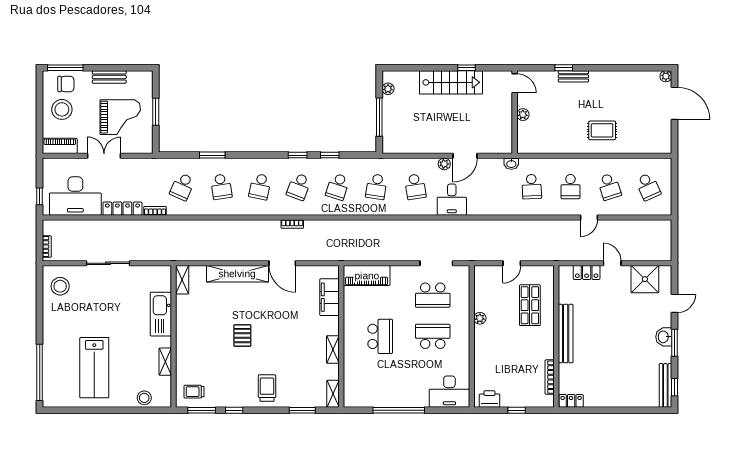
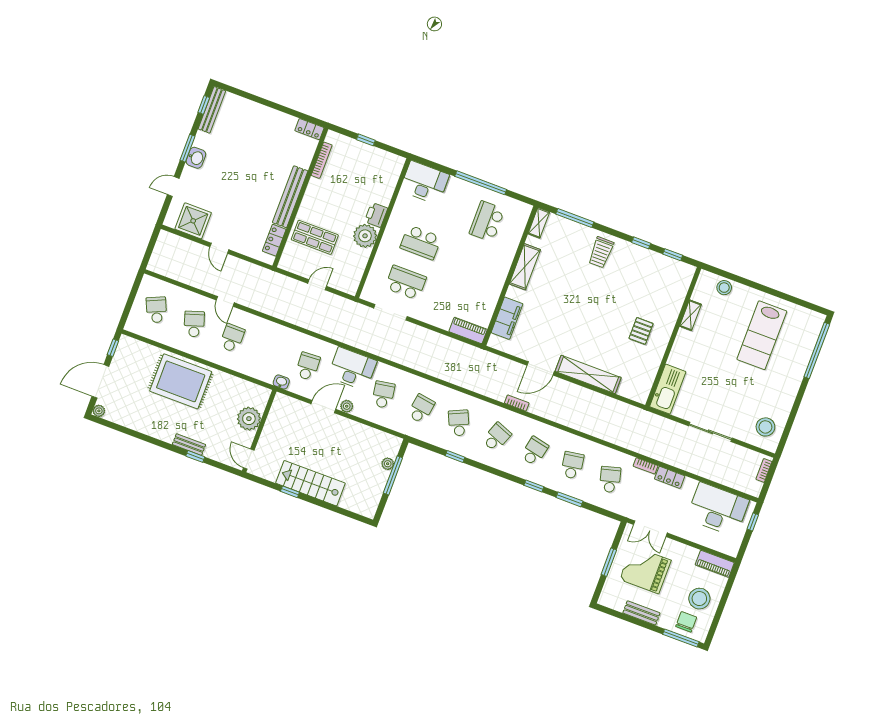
chair: (66, 84) -> (686, 622), turned 90
plant: (388, 89) -> (388, 464), moved
door: (674, 103) -> (100, 381), hinge flipped
plant: (523, 115) -> (249, 419), width x1.88, depth x1.88
rug: (602, 130) -> (181, 381), width x1.86, depth x2.06
window: (674, 138) -> (113, 348), added
window: (298, 155) -> (534, 486), moved
double door: (104, 156) -> (650, 529), moved
school desk: (182, 187) -> (610, 479), turned -39
school desk: (338, 187) -> (459, 423), turned -42
school desk: (532, 187) -> (308, 366), moved
desk: (452, 200) -> (352, 369), width x1.37
locker: (122, 209) -> (670, 477), width x0.66
door: (589, 217) -> (225, 301), swing flipped
door: (282, 263) -> (541, 368), swing flipped
locker: (587, 272) -> (274, 240), moved, turned -90
piano: (367, 276) -> (468, 330), width x0.73, depth x0.75
shelving: (182, 280) -> (644, 389), removed
shop shelf: (530, 305) -> (315, 237), turned 90
kitchen sink: (161, 314) -> (668, 389), moved
plant: (480, 318) -> (365, 236), width x1.88, depth x1.88
pallet: (242, 336) -> (641, 331), moved
school desk: (380, 336) -> (487, 221), moved
shelving: (333, 349) -> (525, 267), width x1.50, depth x1.33
lab bench: (94, 368) -> (762, 335), turned 180
trolley: (194, 392) -> (673, 276), removed
printer: (489, 399) -> (376, 215), moved, turned 90
window: (202, 410) -> (673, 255), width x0.67
window: (302, 410) -> (575, 218), width x1.44

